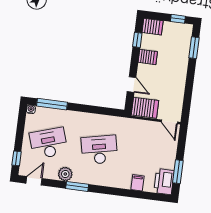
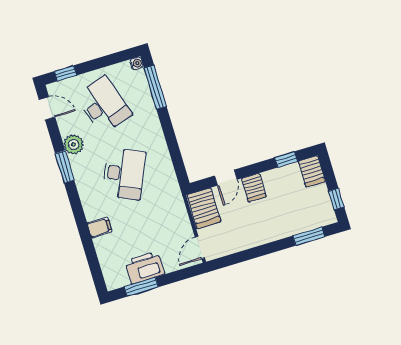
server rack: (148, 57) -> (254, 188), moved
desk: (99, 150) -> (124, 174), turned 36
printer: (164, 182) -> (145, 267), moved
filing cabinet: (137, 183) -> (100, 227), moved

